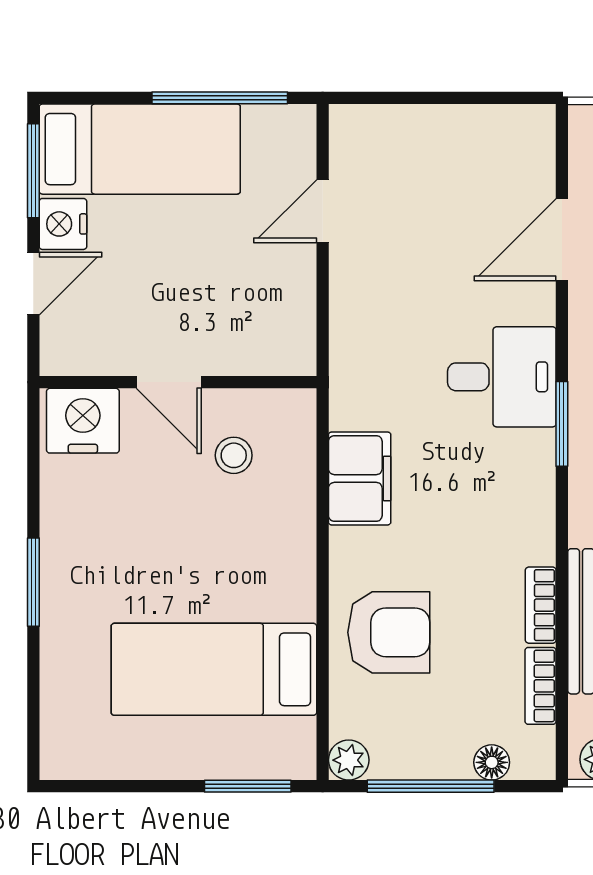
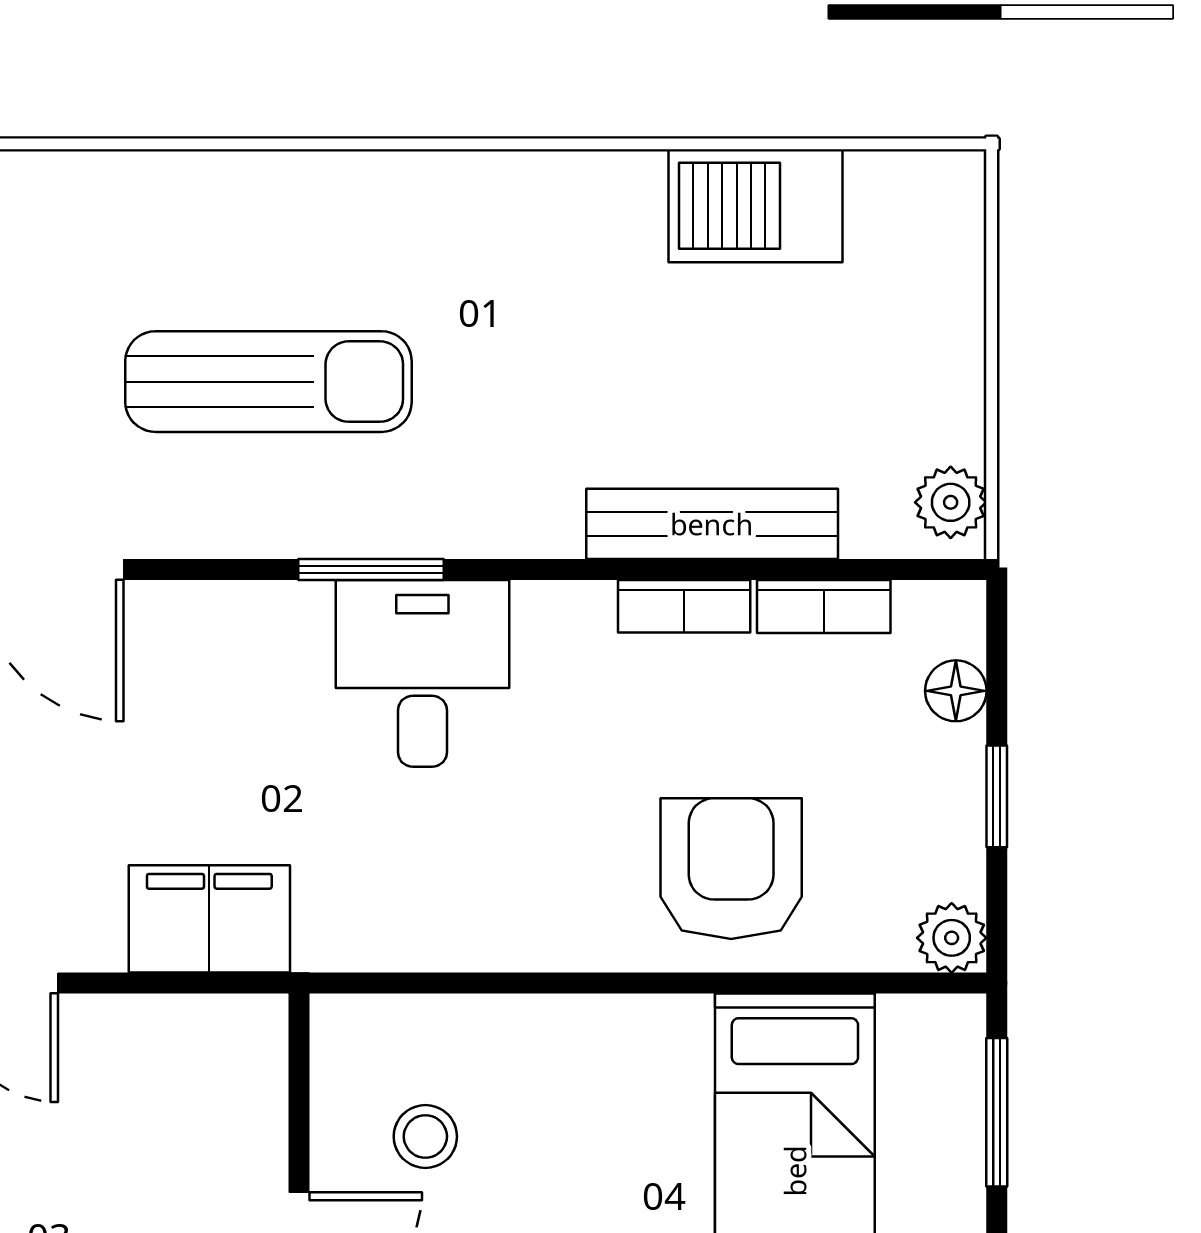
desk: (502, 377) -> (422, 673), moved
filing cabinet: (360, 478) -> (209, 919), moved
window: (431, 786) -> (997, 796), width x0.46

